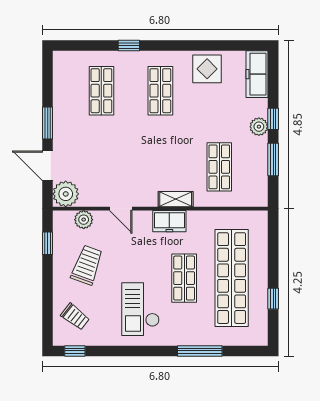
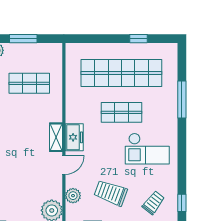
shelving: (176, 199) -> (56, 137), moved
freezer: (169, 221) -> (74, 137), moved

